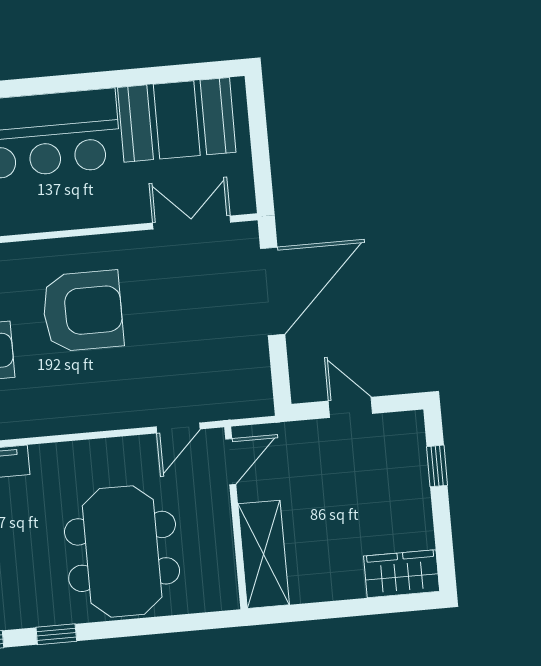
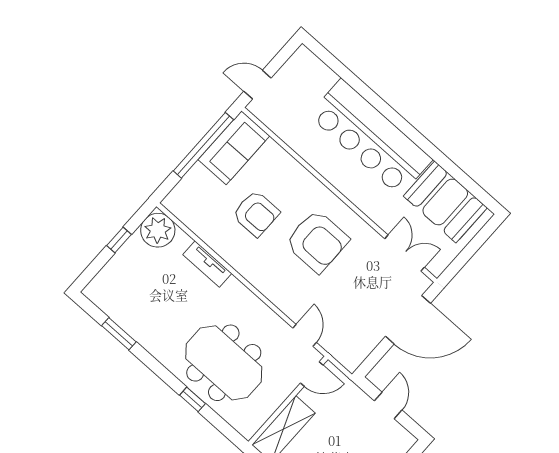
door: (178, 428) -> (305, 335), swing flipped
meeting table: (122, 551) -> (224, 363), turned 90
window: (56, 634) -> (192, 399), moved

